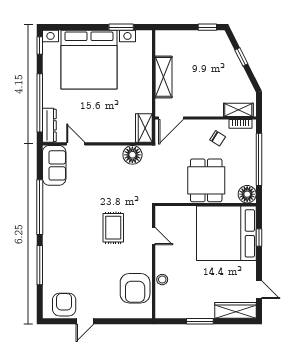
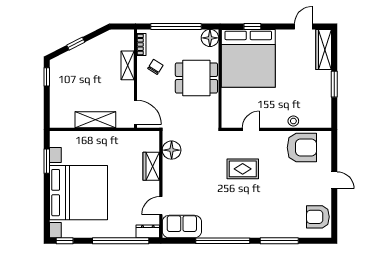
shelving: (238, 110) -> (128, 65), moved
dresser: (49, 125) -> (148, 231), width x0.70
wardrobe: (144, 128) -> (151, 166), moved, turned 90
door: (85, 321) -> (334, 180), moved

